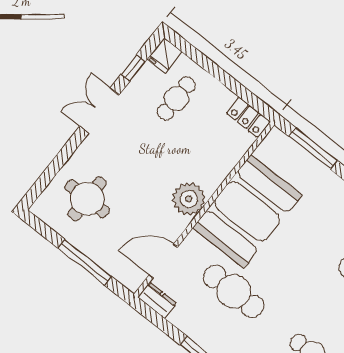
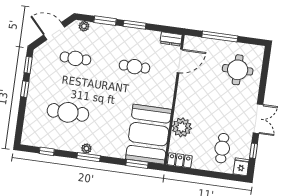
window: (313, 148) -> (137, 164), width x0.69
plant: (189, 199) -> (182, 127), moved
booth: (247, 211) -> (149, 134), moved
cafe table: (234, 291) -> (135, 67), width x0.73, depth x0.74

